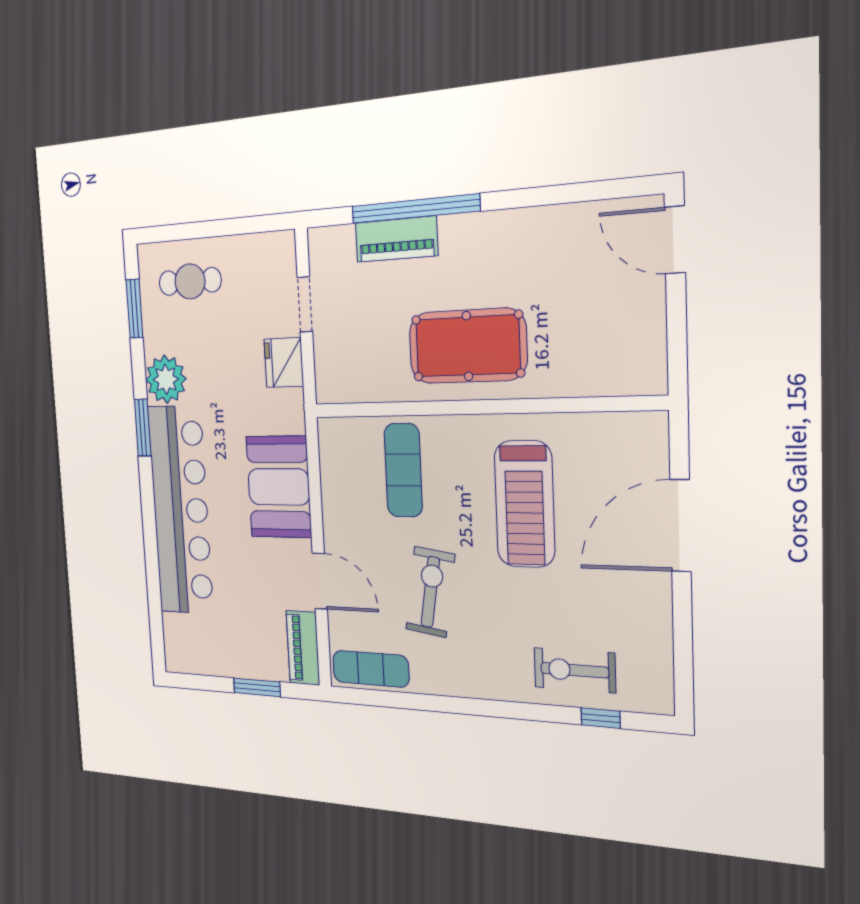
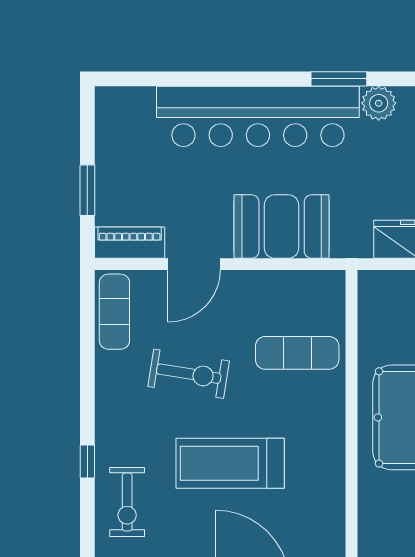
plant: (166, 379) -> (379, 103), width x0.73, depth x0.73
treadmill: (524, 504) -> (230, 463), moved
exercise bike: (575, 670) -> (127, 502), turned 180
window: (601, 718) -> (87, 461), moved

